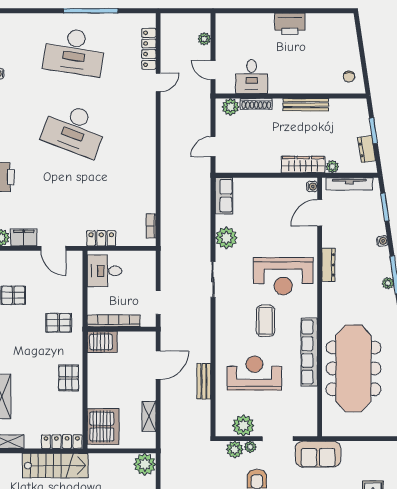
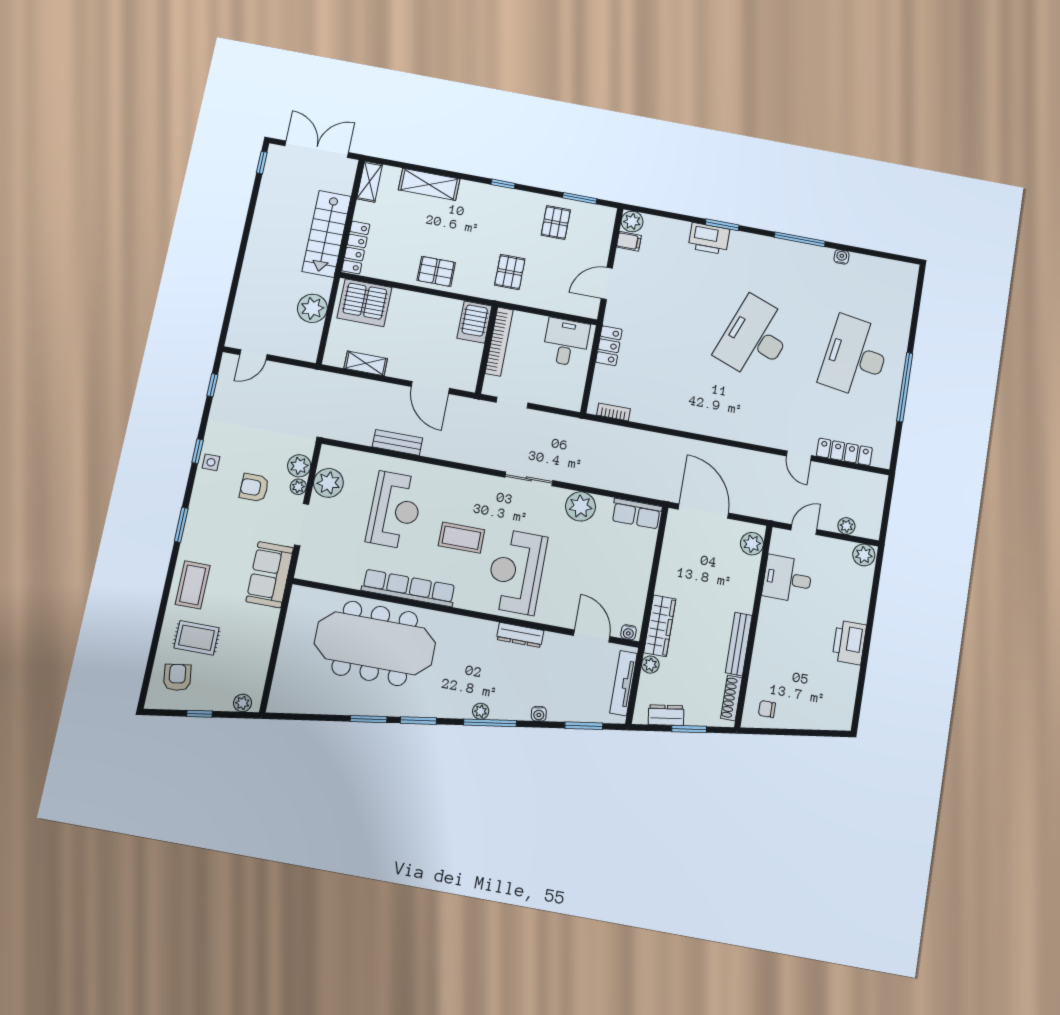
plant: (223, 23) -> (864, 555), added
shoe rack: (256, 104) -> (731, 698), moved
door: (213, 147) -> (703, 511), width x1.88
filing cabinet: (24, 237) -> (629, 241), width x0.50
plant: (145, 464) -> (312, 308), moved

